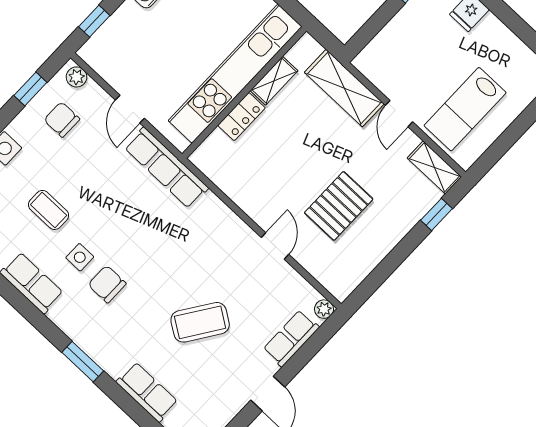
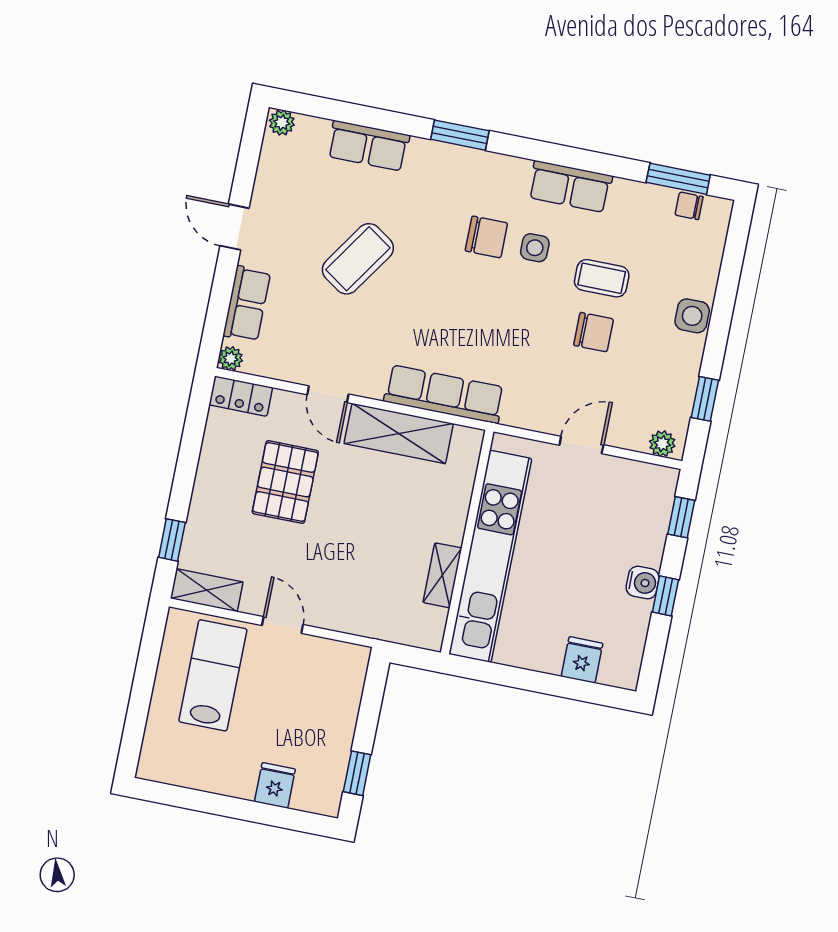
shelving: (344, 88) -> (399, 434), moved
door: (130, 109) -> (581, 445), hinge flipped
locker: (241, 117) -> (241, 396), moved, turned -90
chair: (62, 119) -> (594, 332), moved
row of seats: (166, 168) -> (444, 394), moved

